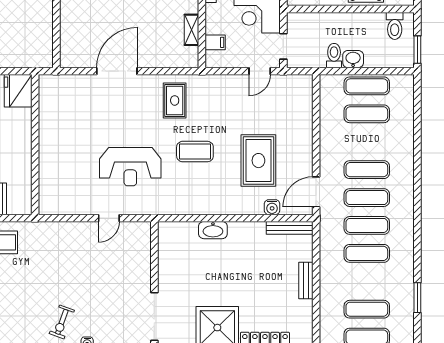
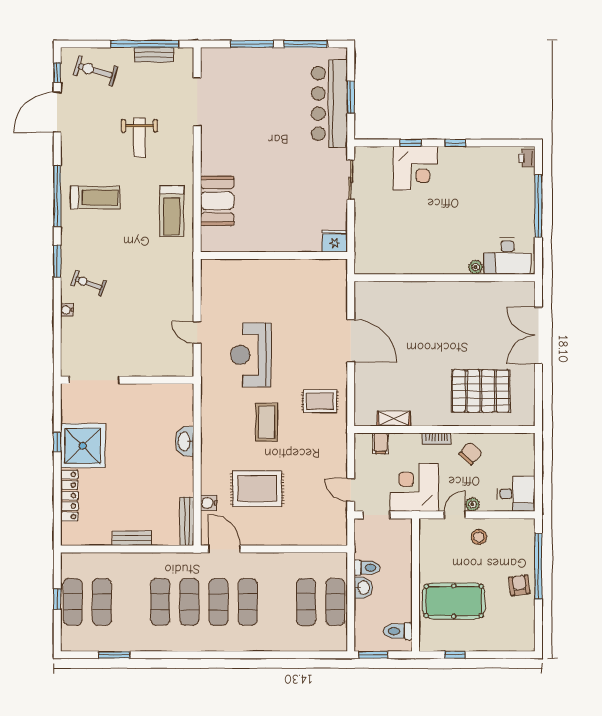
fridge: (18, 91) -> (335, 241), width x0.73, depth x0.75

